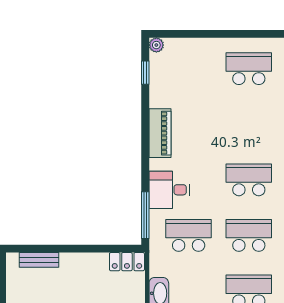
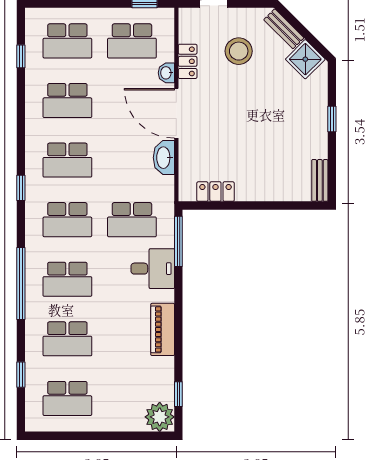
plant: (156, 45) -> (160, 417), width x1.88, depth x1.88
school desk: (249, 124) -> (67, 339), added
bench: (39, 260) -> (320, 180), moved, turned 90
locker: (127, 262) -> (215, 192), moved

